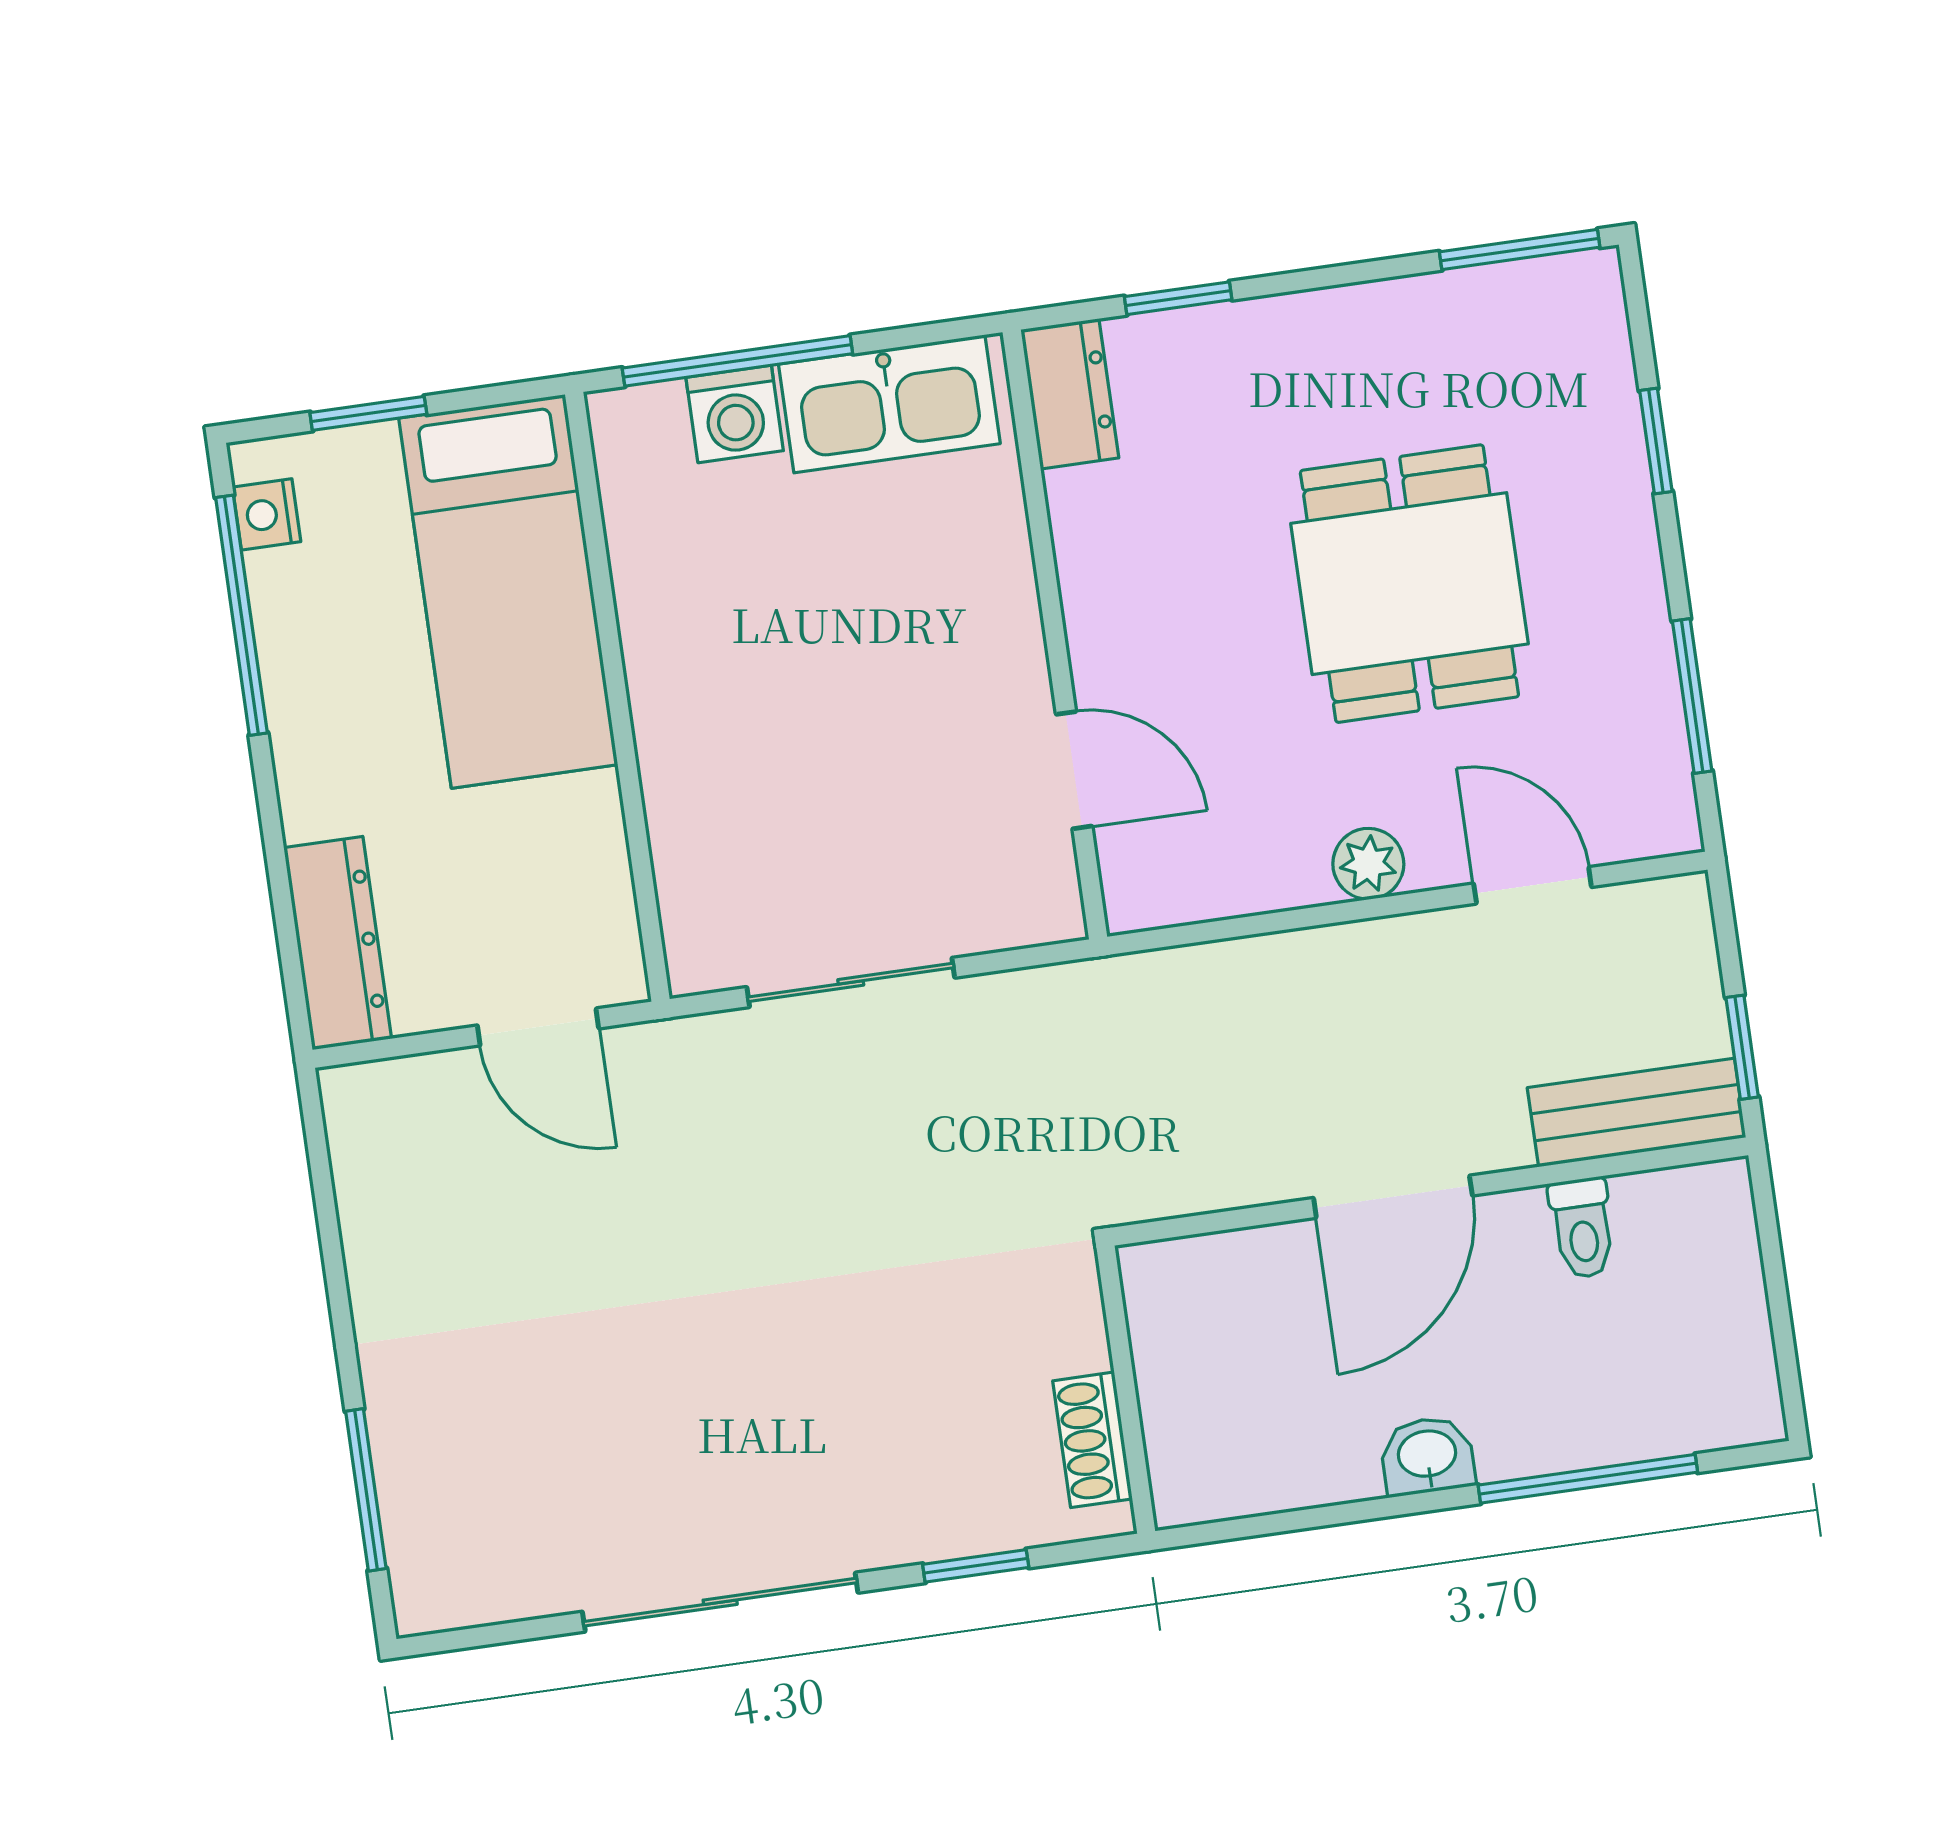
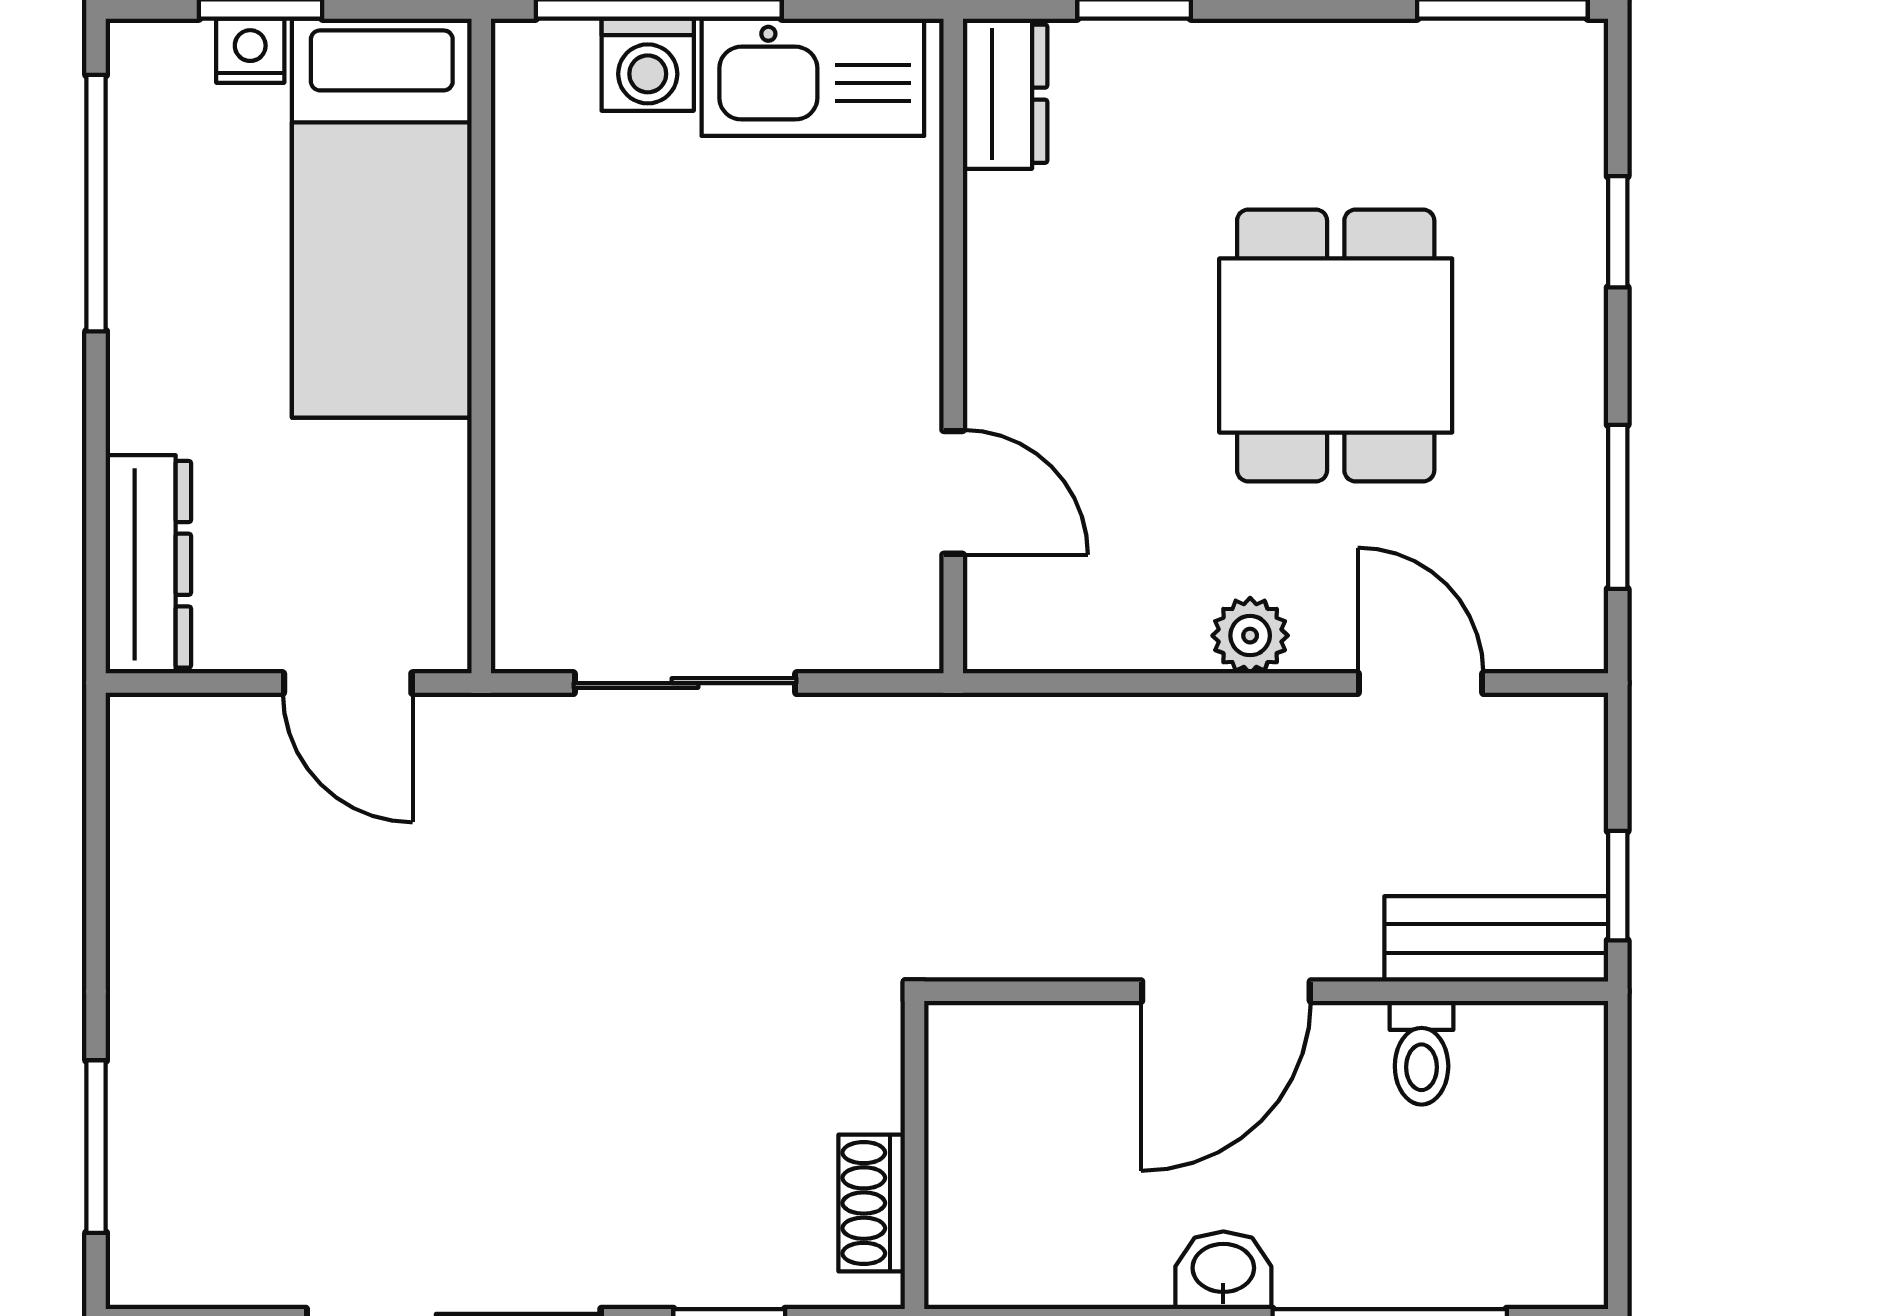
nightstand: (267, 514) -> (250, 51), moved, turned 90

